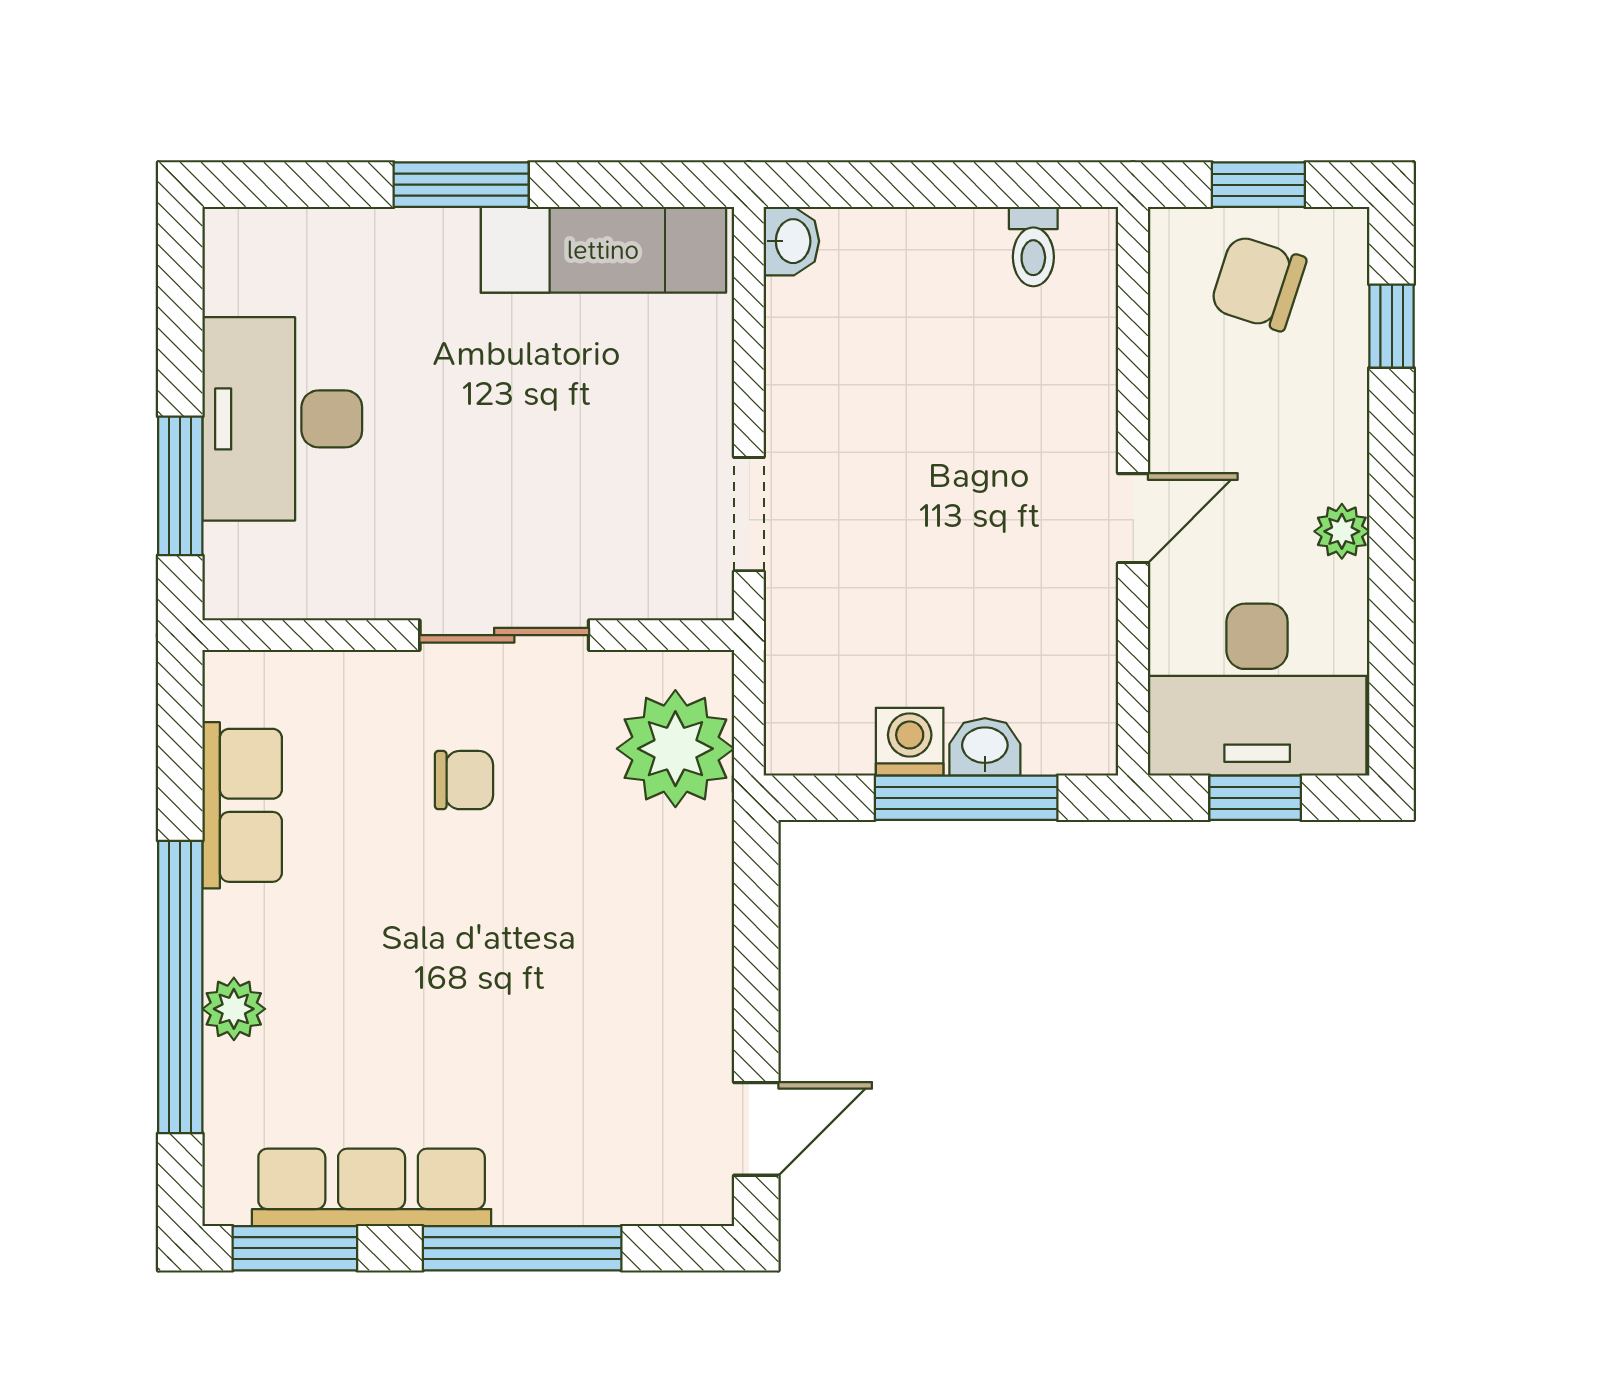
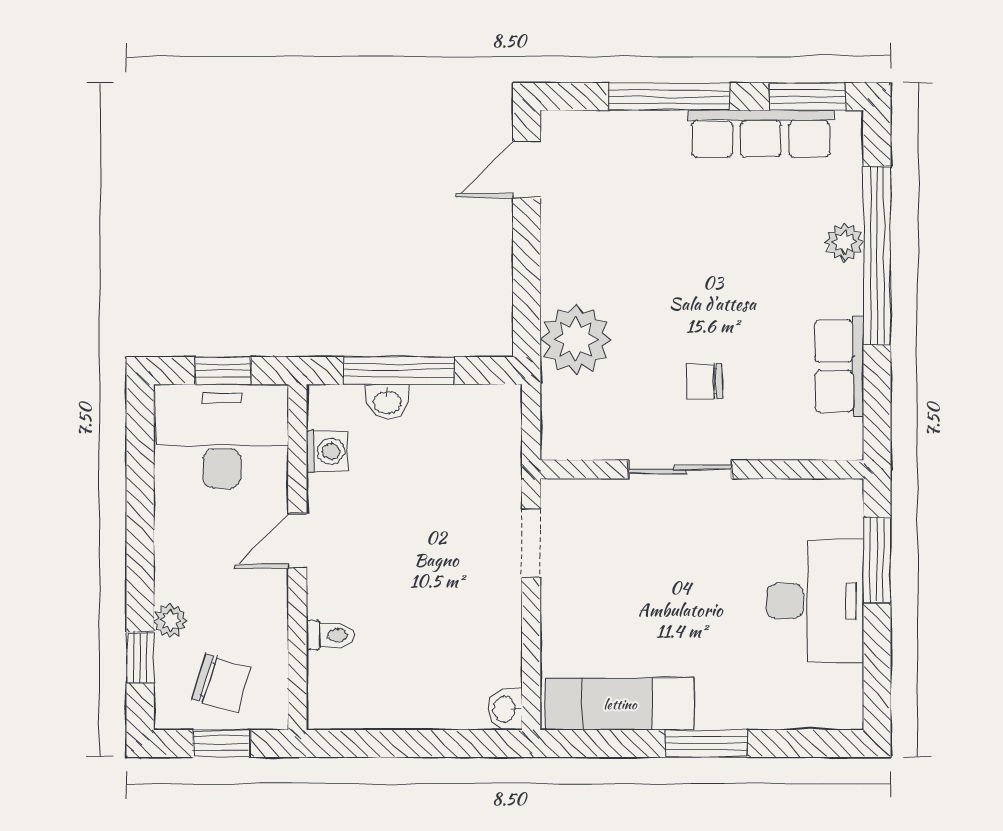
toilet: (1033, 247) -> (331, 635), moved, turned 90
plant: (1342, 531) -> (170, 621), moved
washing machine: (910, 742) -> (327, 451), moved, turned -90
plant: (675, 749) -> (576, 339), moved

